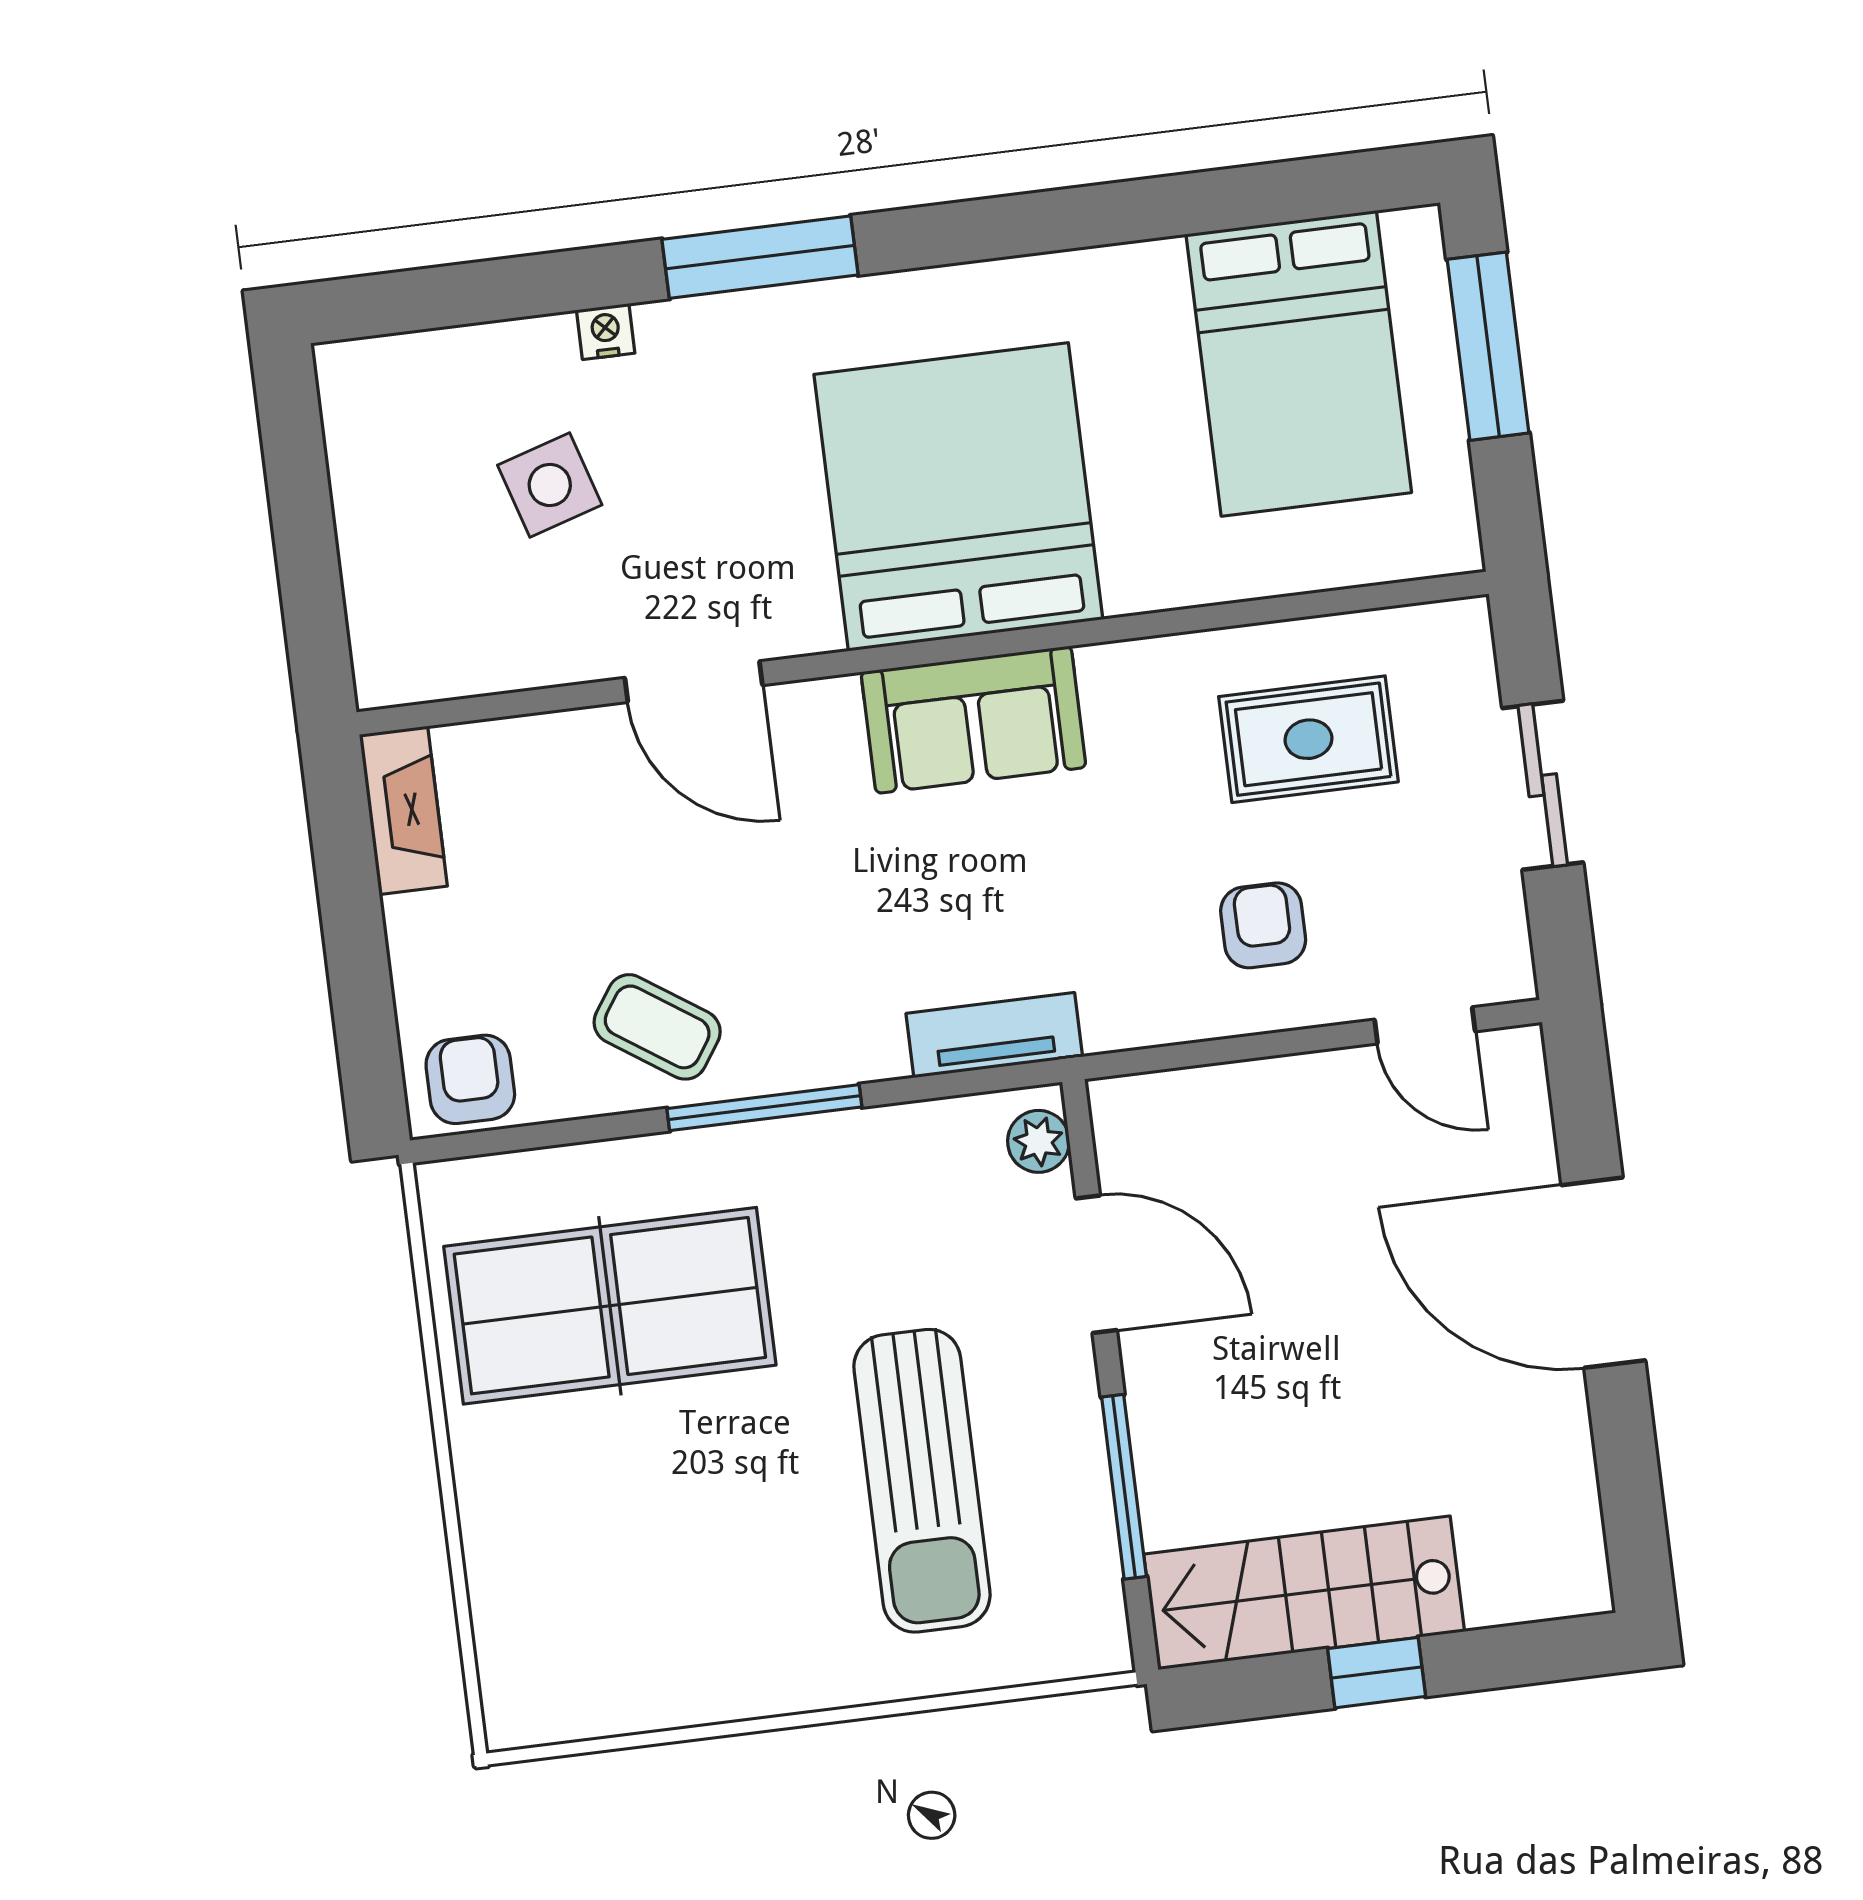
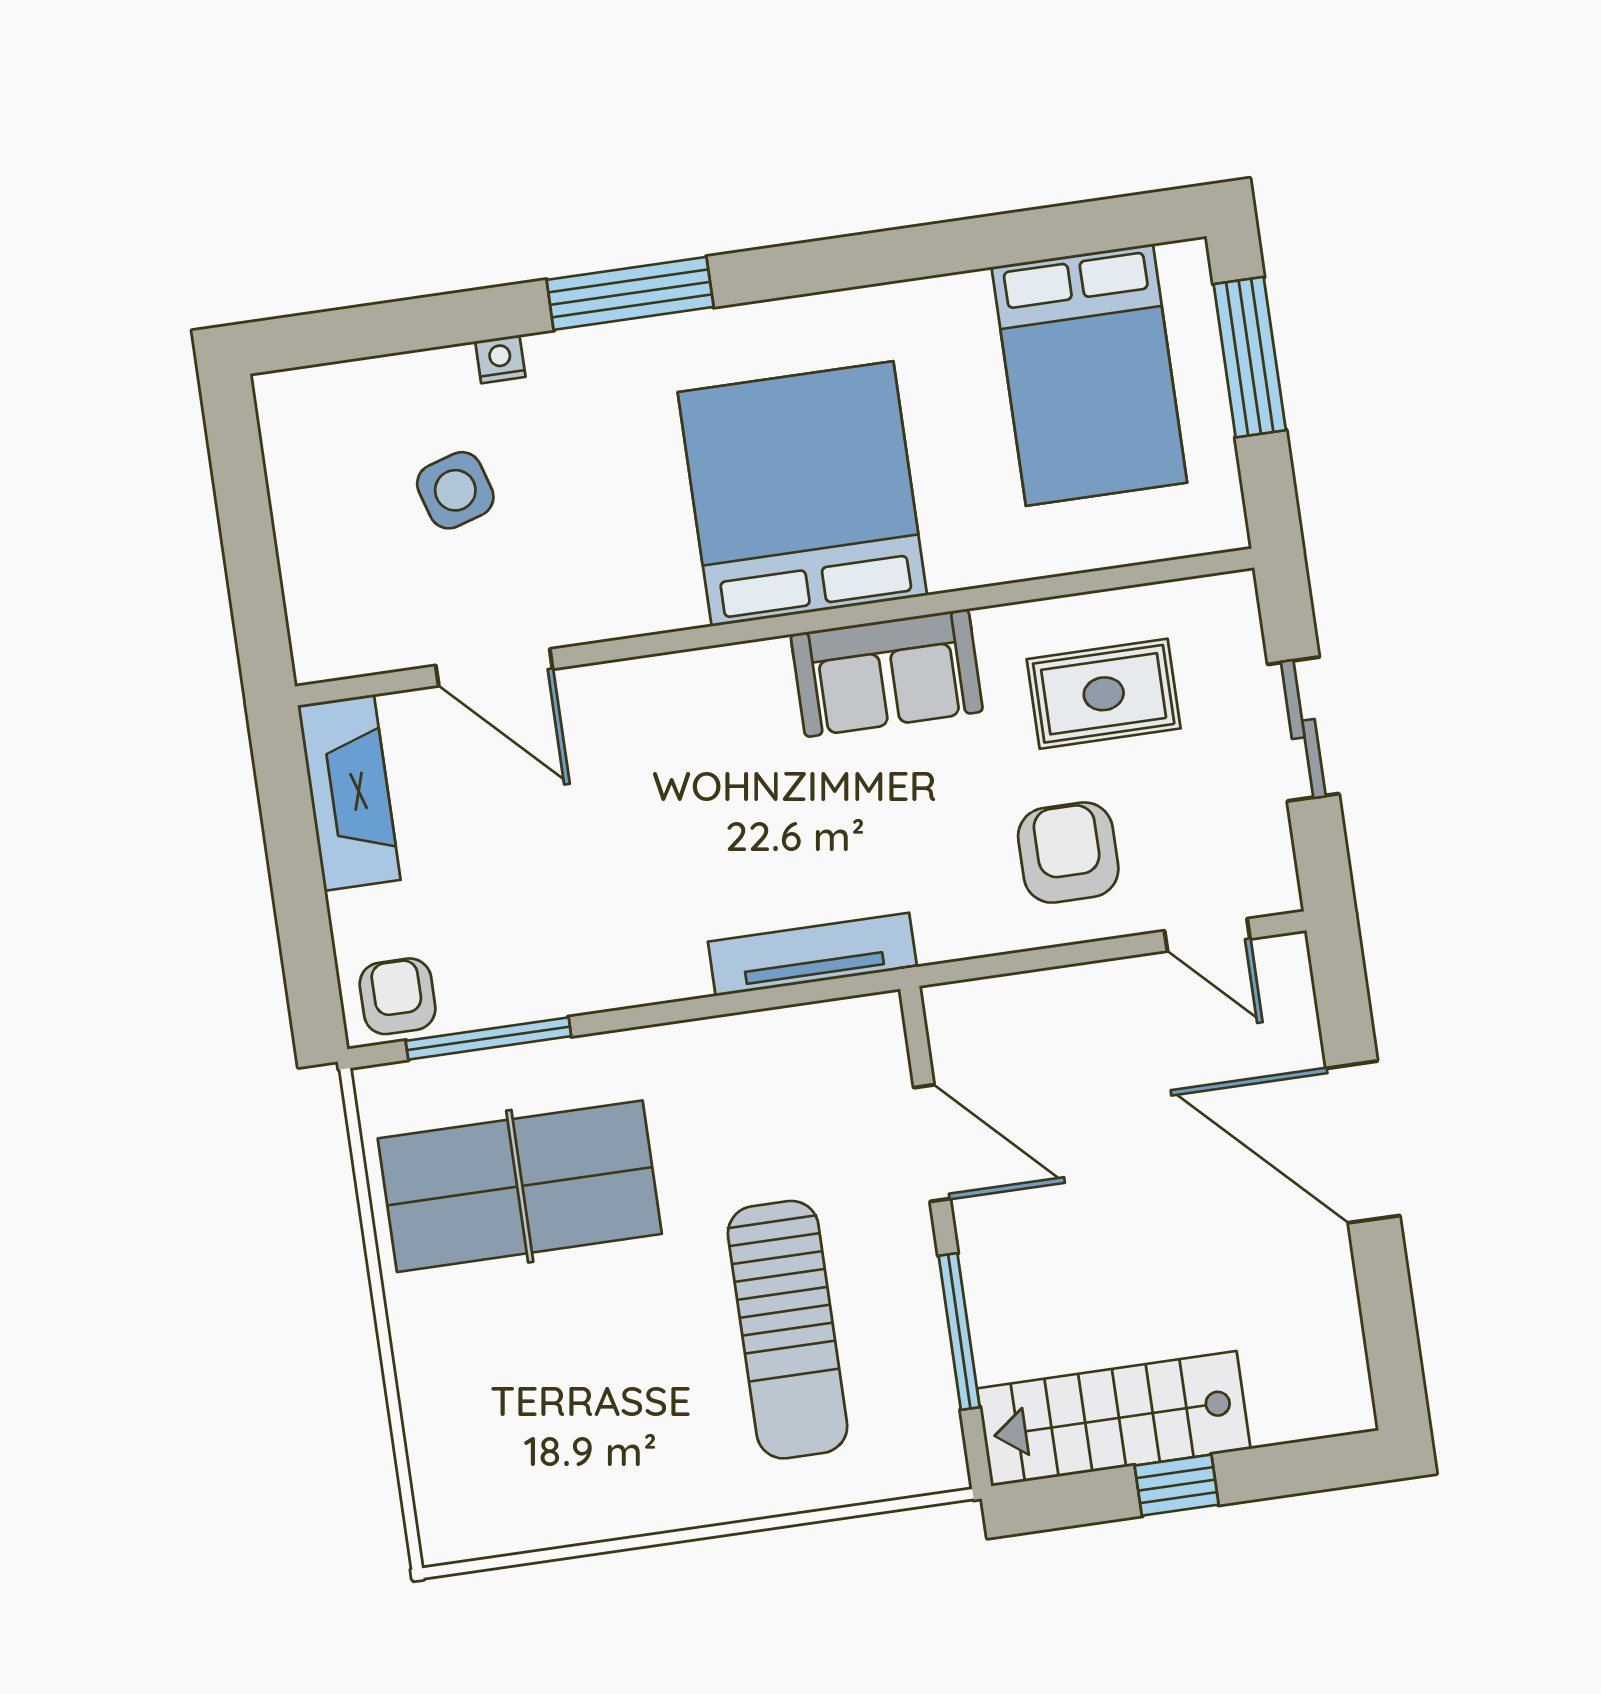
door: (694, 682) -> (494, 667), moved
sofa: (973, 720) -> (887, 673), moved
fireplace: (403, 810) -> (349, 793), width x1.37, depth x1.32
armchair: (1263, 925) -> (1068, 853), width x1.38, depth x1.38
coffee table: (657, 1027) -> (555, 949), removed
tv unit: (994, 1035) -> (812, 954), width x1.41
window: (764, 1108) -> (488, 1038), moved
plant: (1039, 1141) -> (881, 1040), removed

